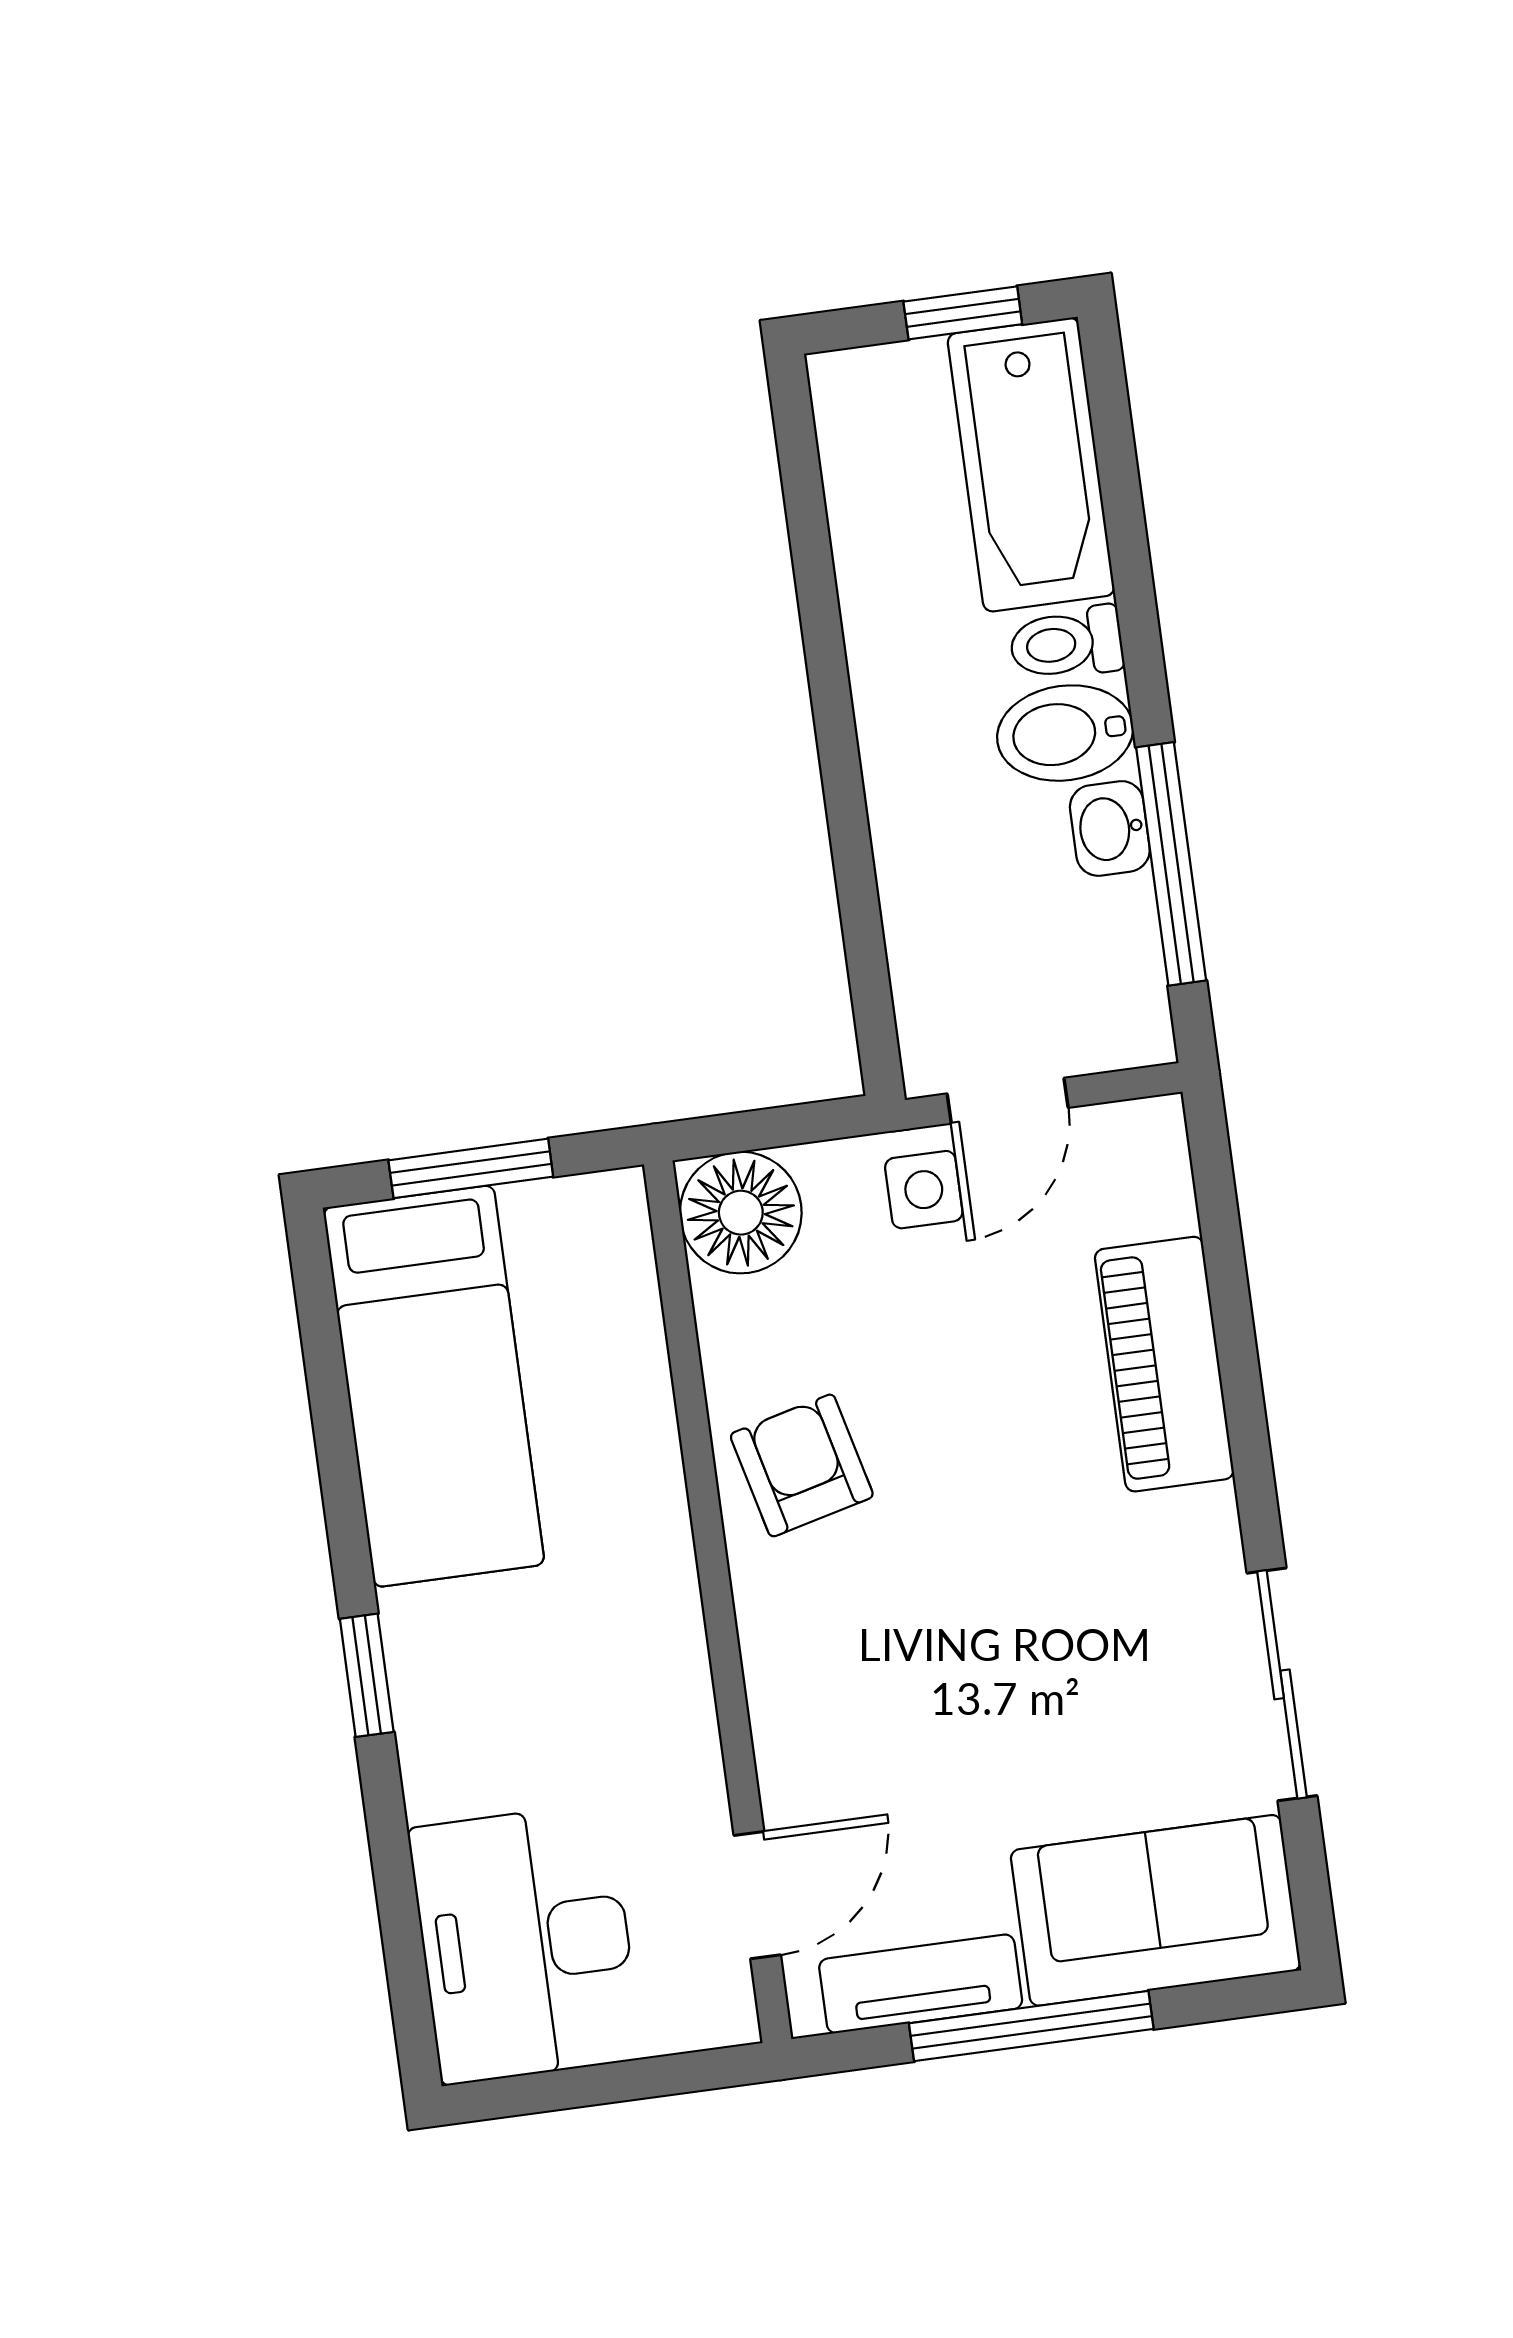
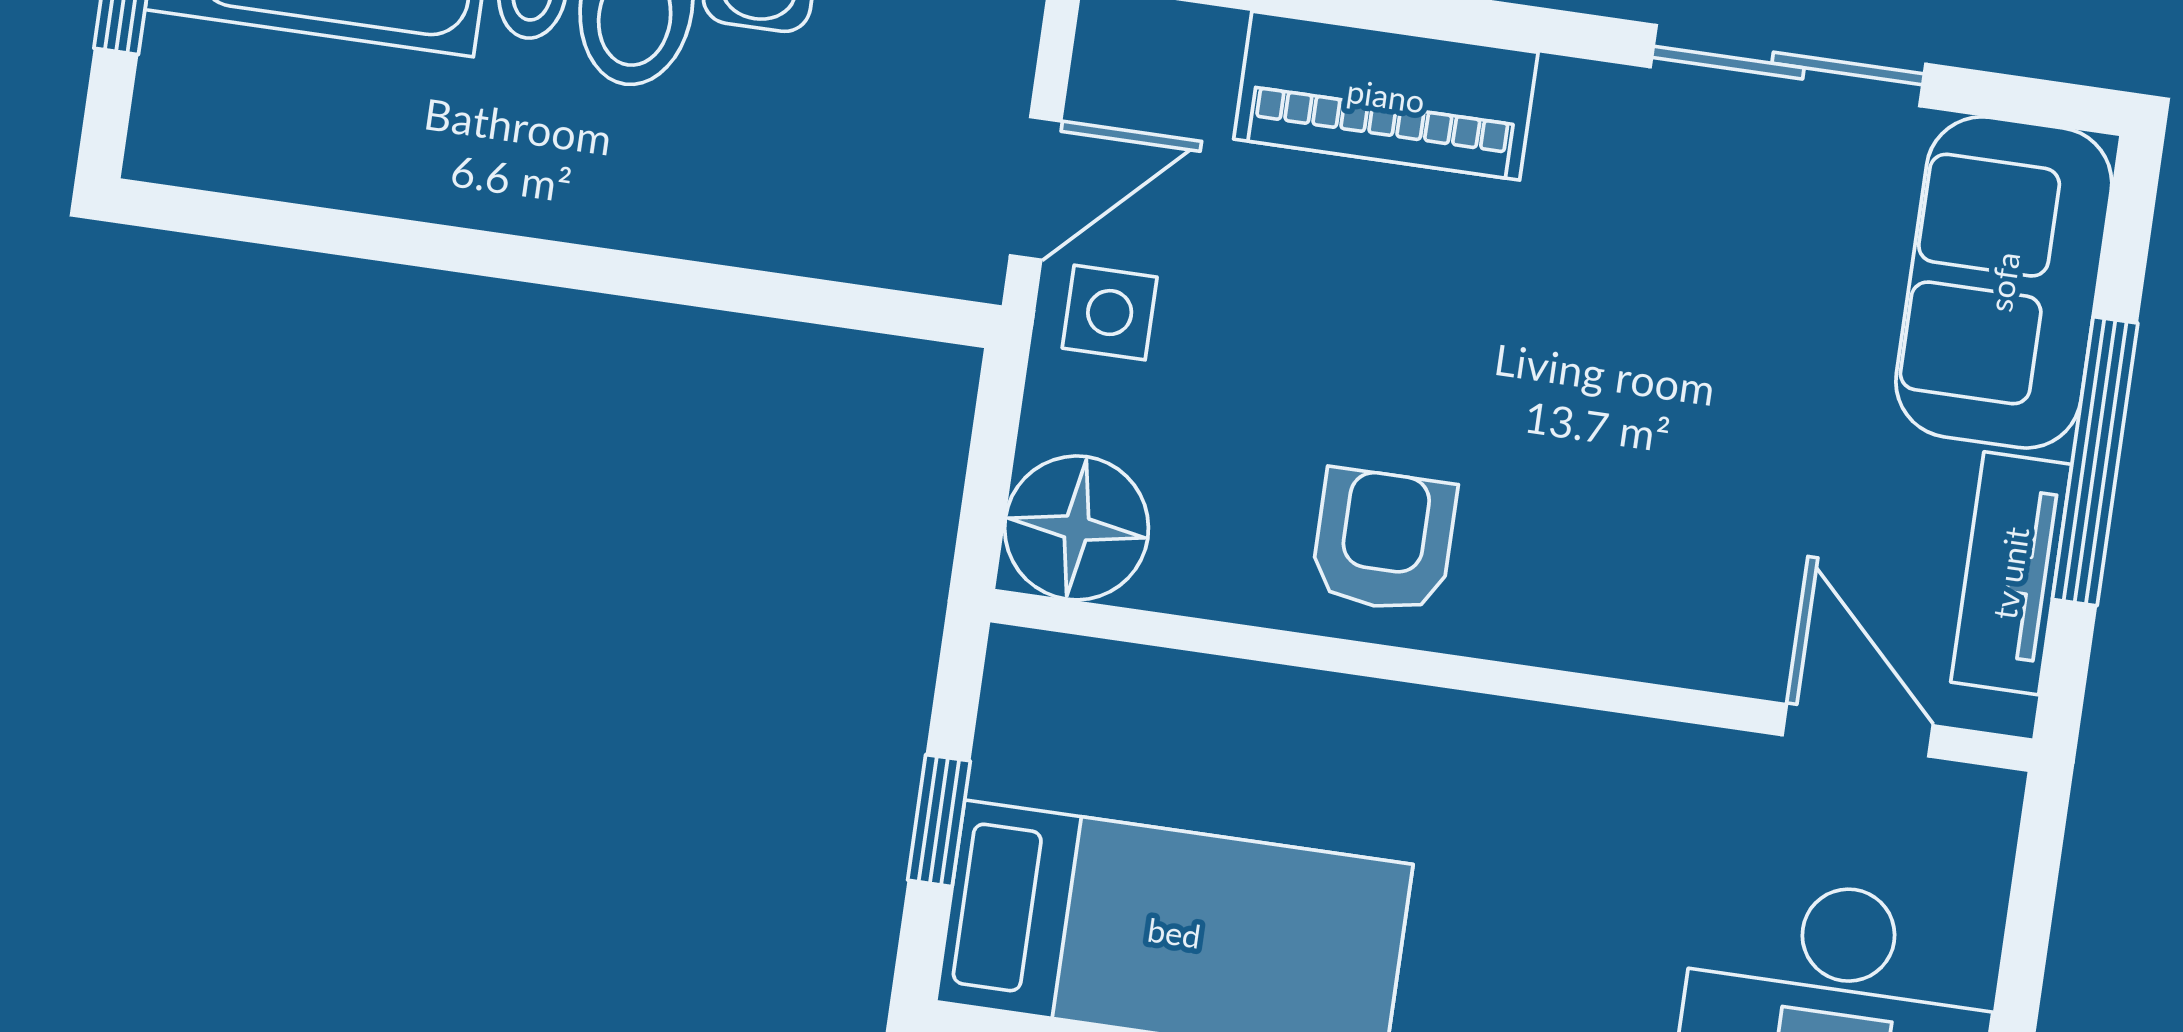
door: (1008, 1101) -> (1036, 188), hinge flipped
window: (471, 1168) -> (939, 821), width x0.67
armchair: (802, 1465) -> (1384, 541), turned 104

